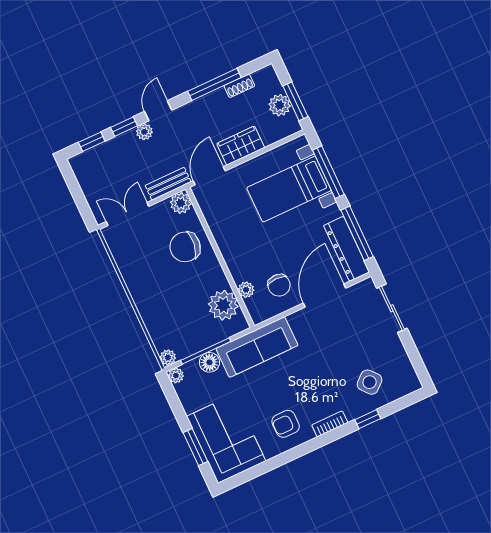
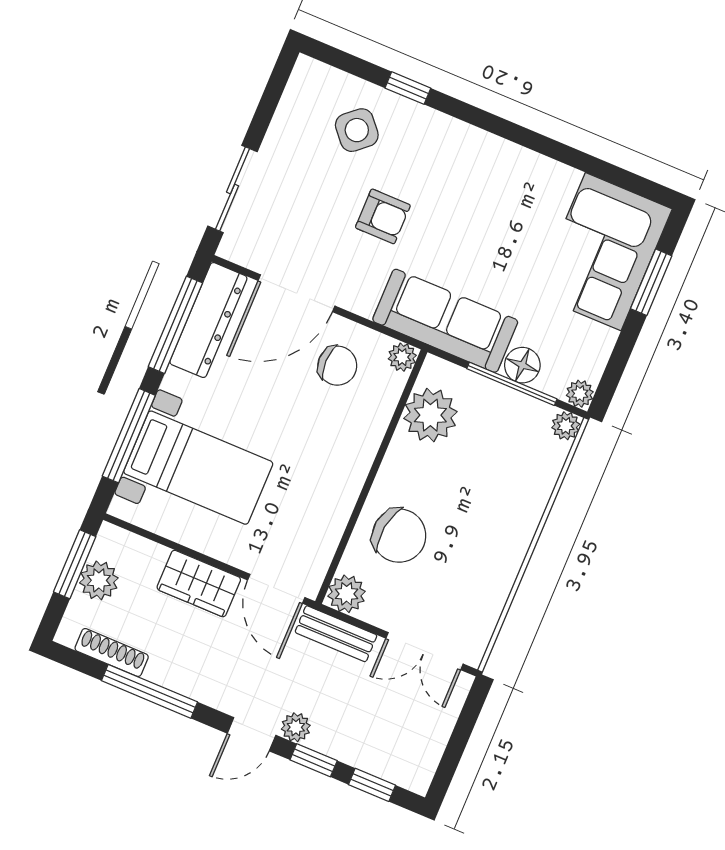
shoe rack: (239, 86) -> (112, 653), width x1.43
door: (209, 176) -> (276, 589), hinge flipped
chair: (279, 285) -> (337, 366), turned 90
plant: (246, 290) -> (402, 357), moved
armchair: (286, 424) -> (383, 216), moved
bookcase: (330, 424) -> (459, 132), removed

